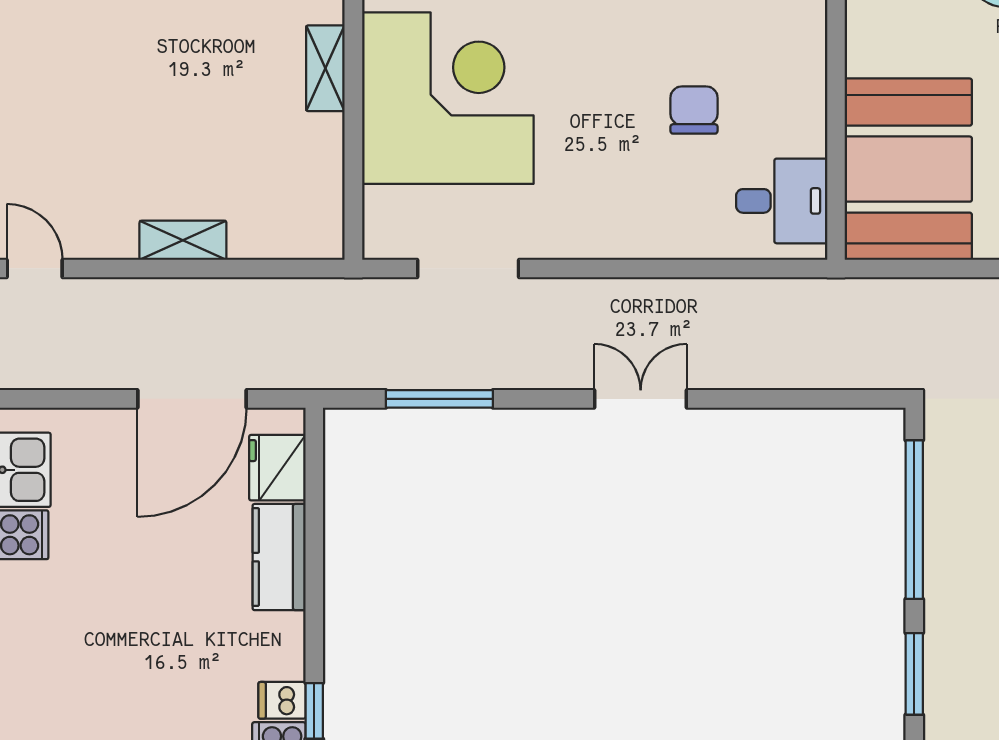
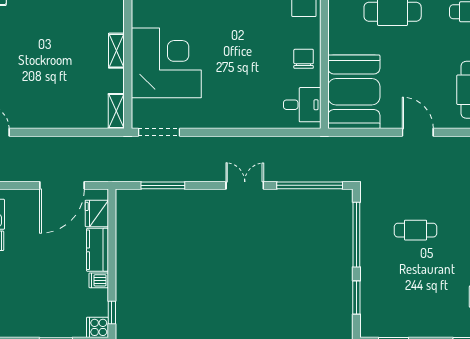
chair: (694, 110) -> (304, 59), moved
shelving: (183, 240) -> (116, 111), moved, turned 90
doorway: (468, 268) -> (159, 132), moved
window: (800, 399) -> (310, 185), added
dishwasher: (282, 700) -> (99, 280), moved

